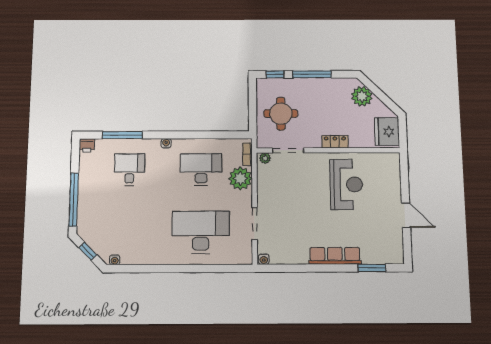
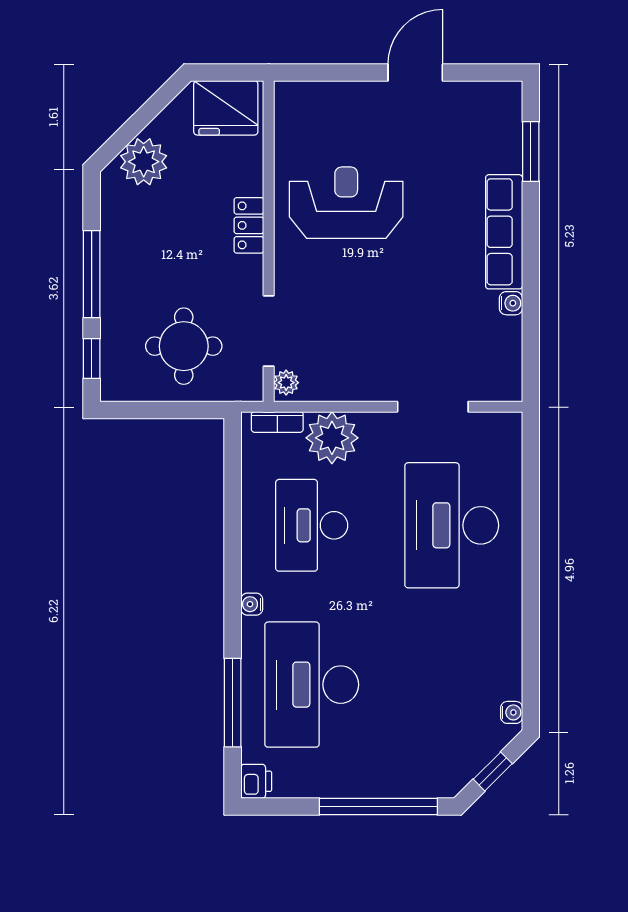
desk: (130, 170) -> (312, 685), width x1.87, depth x1.30
water cooler: (264, 259) -> (511, 303), moved

